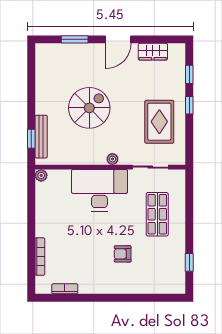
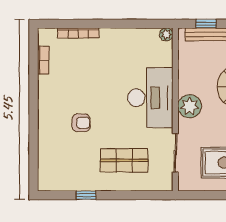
plant: (112, 159) -> (190, 106), width x1.88, depth x1.88
armchair: (123, 254) -> (81, 123), turned 90
window: (189, 262) -> (86, 195), moved

